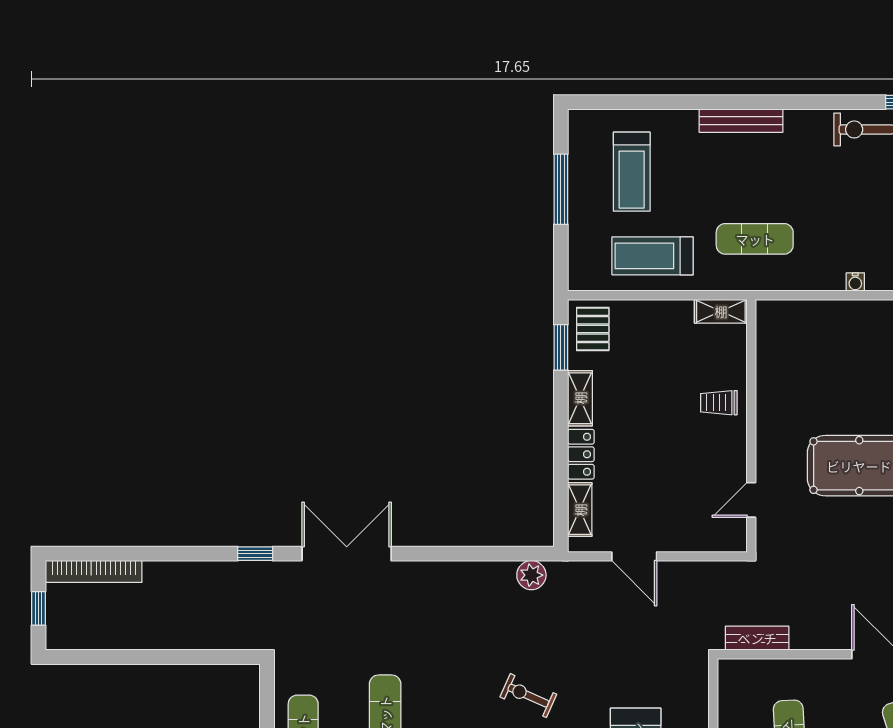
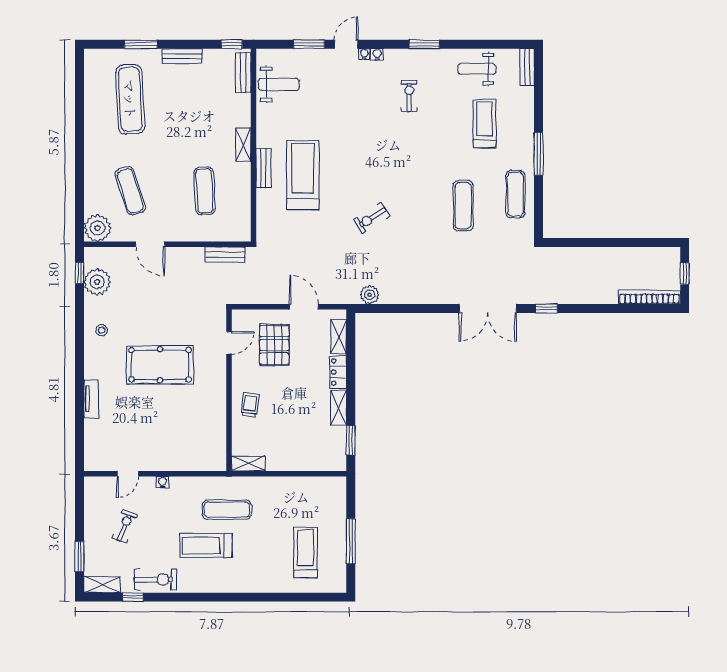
bench: (741, 121) -> (236, 585), removed
treadmill: (653, 256) -> (206, 545), moved, turned 180
pallet: (593, 329) -> (274, 345), moved, width x1.50, depth x1.42
trolley: (719, 403) -> (250, 405), turned -83
exercise bike: (528, 696) -> (372, 218), turned 123

